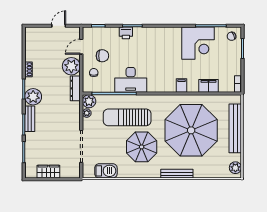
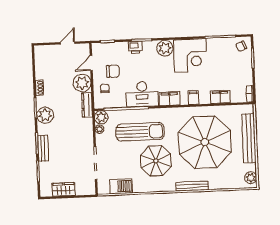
plant: (155, 35) -> (165, 48), added
corner desk: (198, 43) -> (190, 55), moved
filing cabinet: (158, 85) -> (169, 99), added
sun lounger: (127, 117) -> (140, 132), turned 180
bench: (30, 119) -> (43, 148), moved

